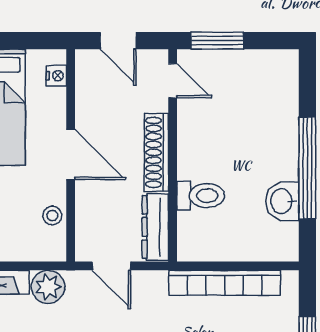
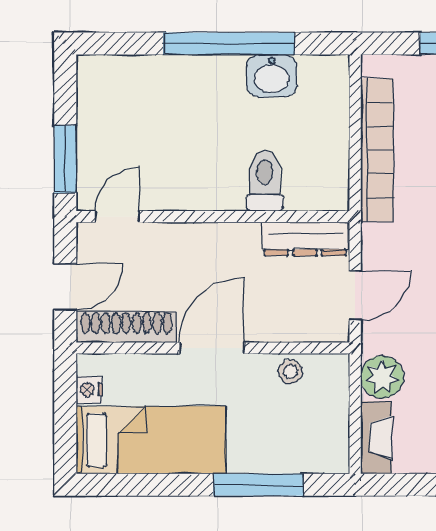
nightstand: (56, 76) -> (89, 390), moved, turned -90
shoe rack: (156, 152) -> (126, 327), moved, turned 180

